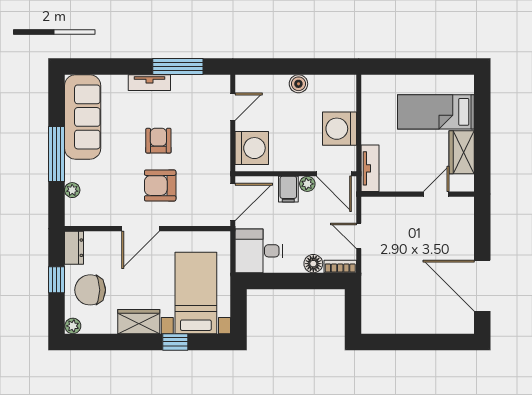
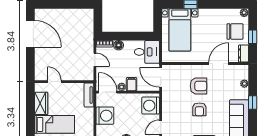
window: (57, 154) -> (253, 102), width x0.46
door: (436, 194) -> (54, 82), swing flipped
door: (233, 202) -> (161, 77), hinge flipped
door: (141, 229) -> (219, 64), moved
wardrobe: (139, 322) -> (210, 15), removed

